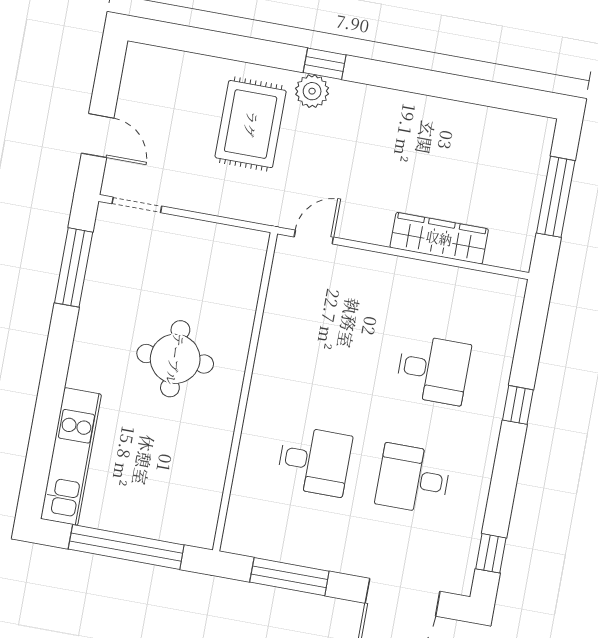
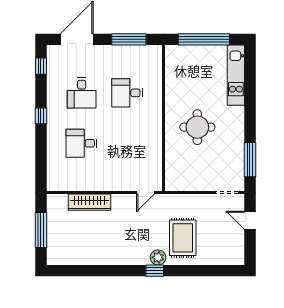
window: (518, 405) -> (41, 116), moved
desk: (413, 479) -> (82, 93), turned 90

